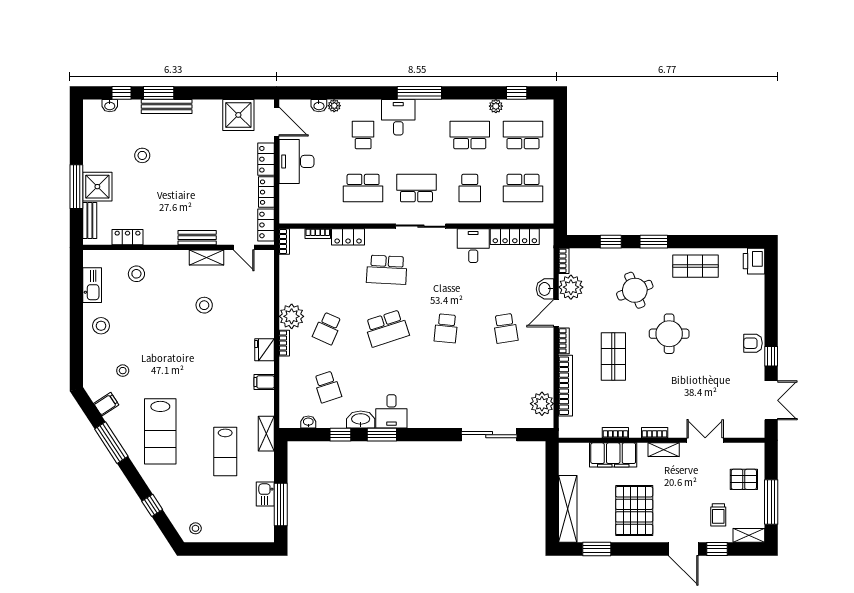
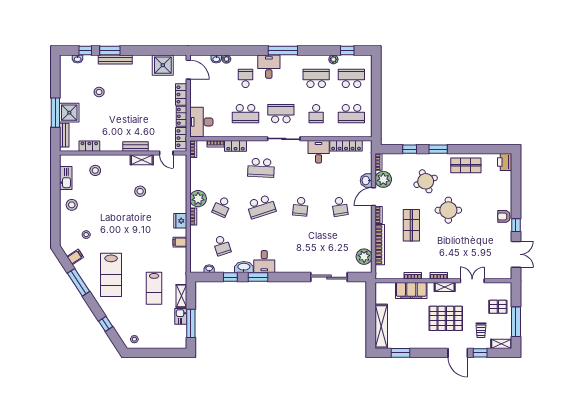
desk: (296, 161) -> (201, 122), moved
shelving: (266, 434) -> (181, 296), moved
pallet: (634, 511) -> (446, 318), moved, turned 90

